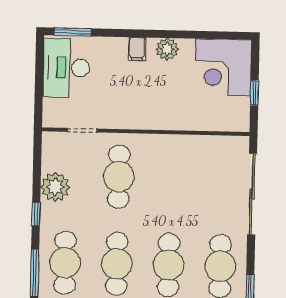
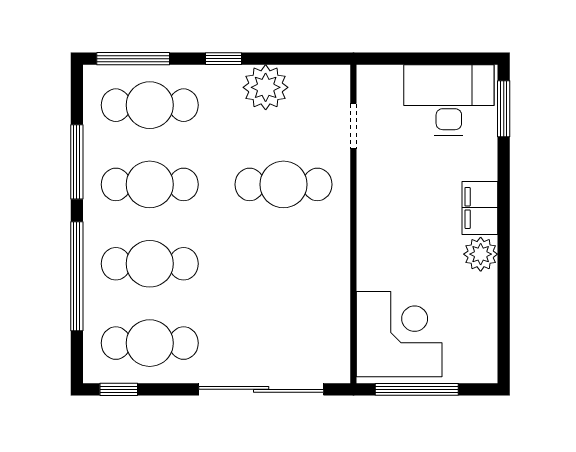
filing cabinet: (137, 49) -> (480, 208), width x2.00
corner desk: (223, 67) -> (399, 334), moved, turned 90
window: (254, 93) -> (417, 389), width x2.17

